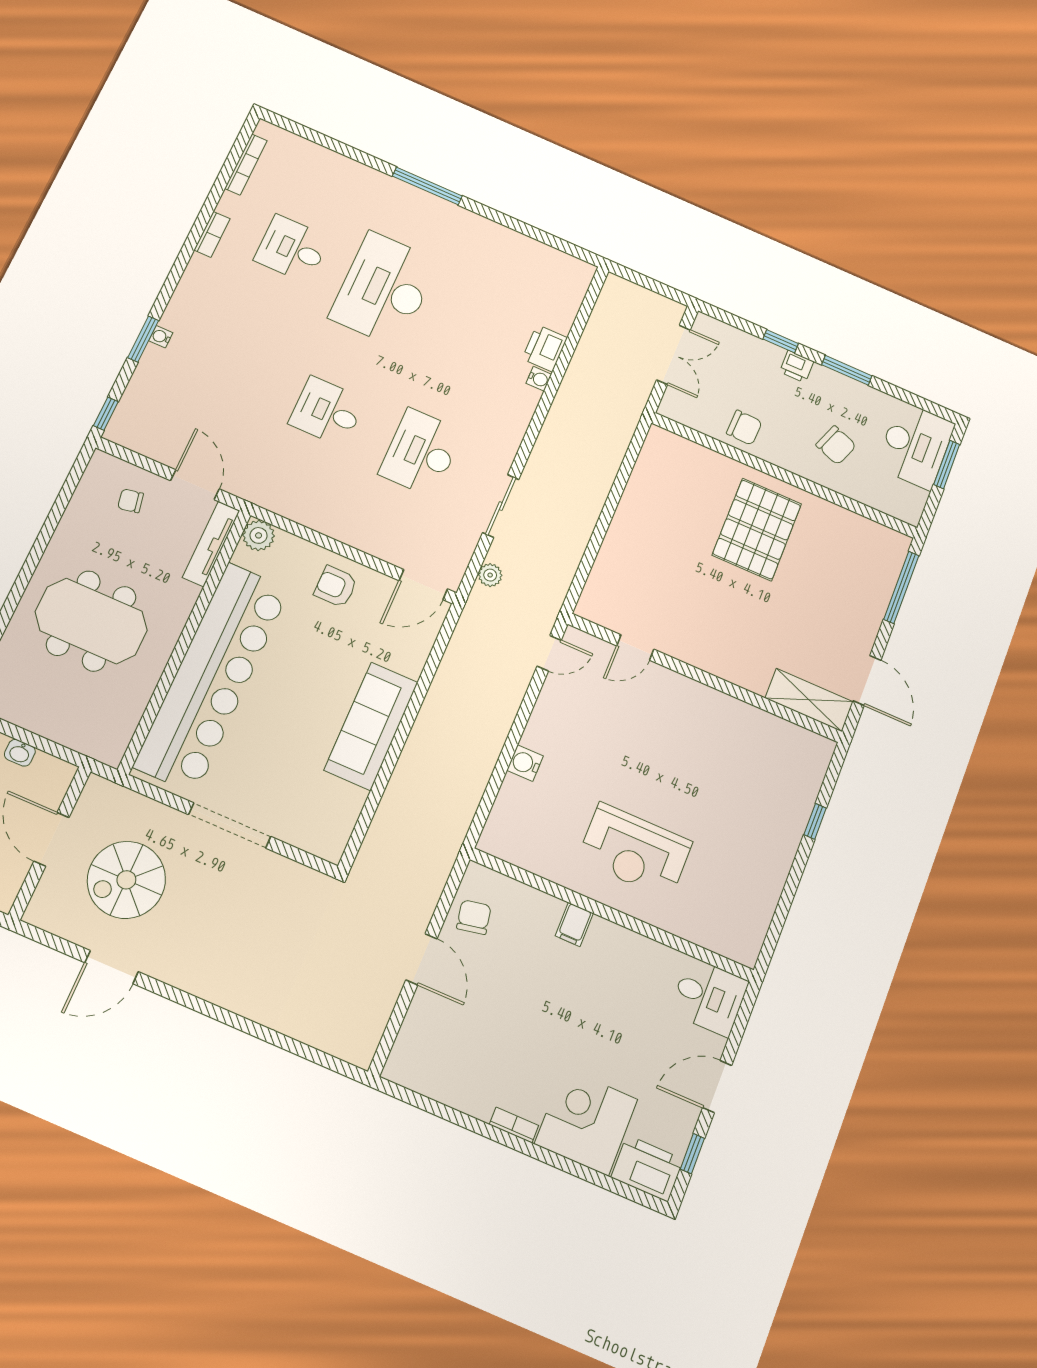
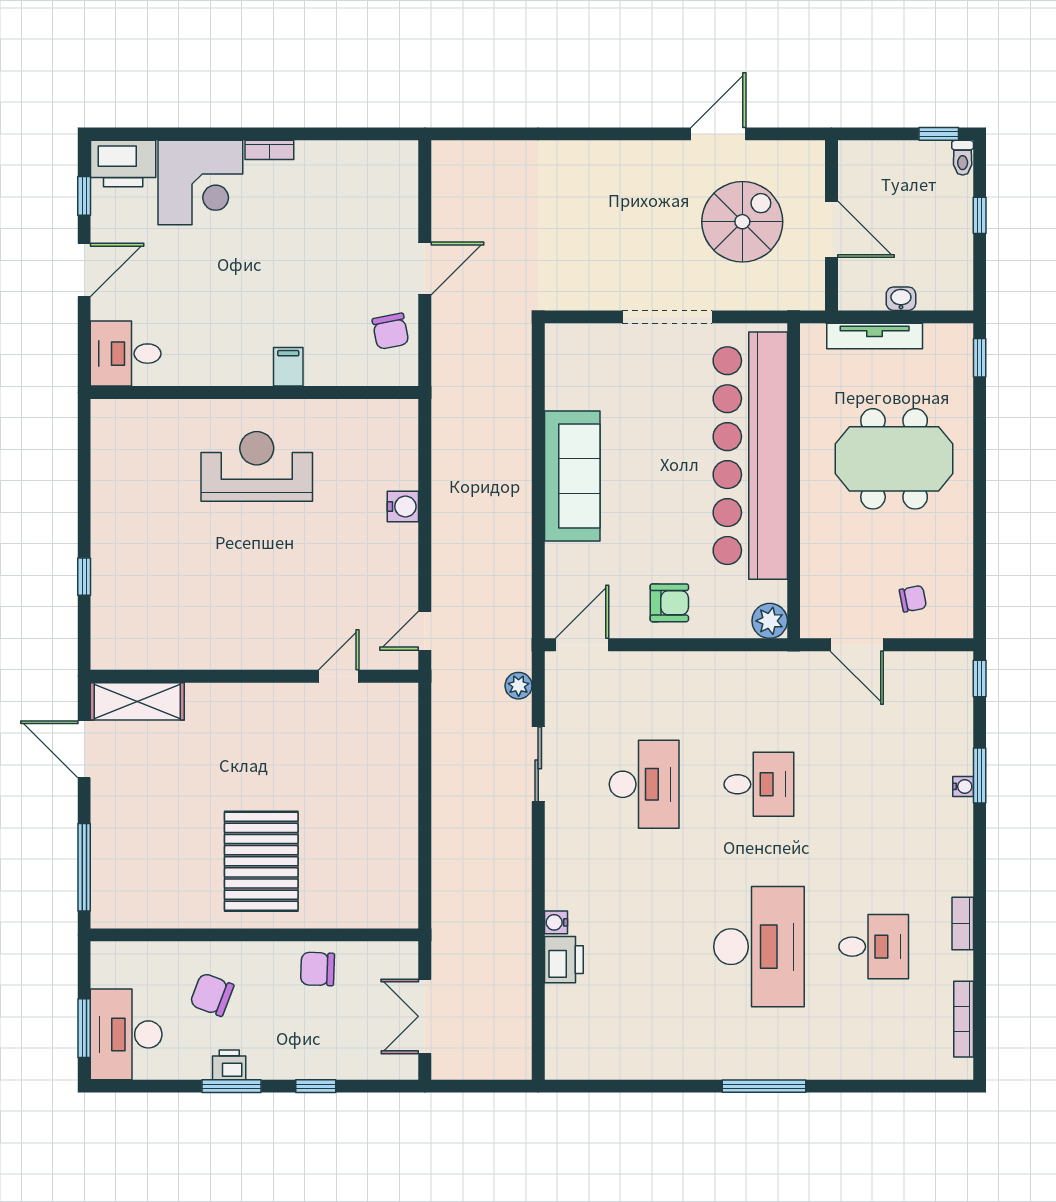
printer: (797, 367) -> (229, 1065), moved
tv unit: (211, 544) -> (875, 336), moved, turned 90
door: (421, 959) -> (425, 268), swing flipped

